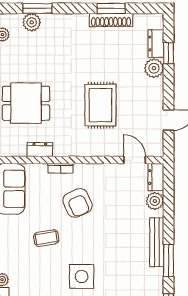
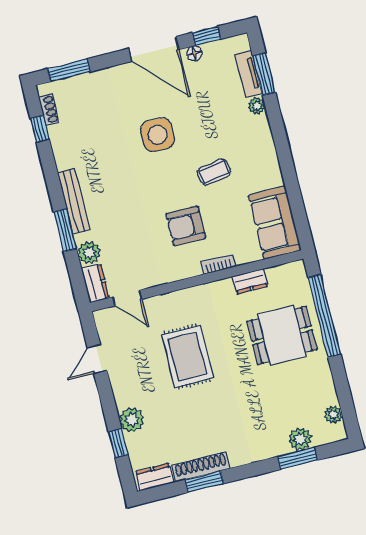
dresser: (156, 43) -> (154, 477), moved, turned -90
armchair: (78, 203) -> (186, 226), turned -66
window: (169, 260) -> (65, 230), moved

